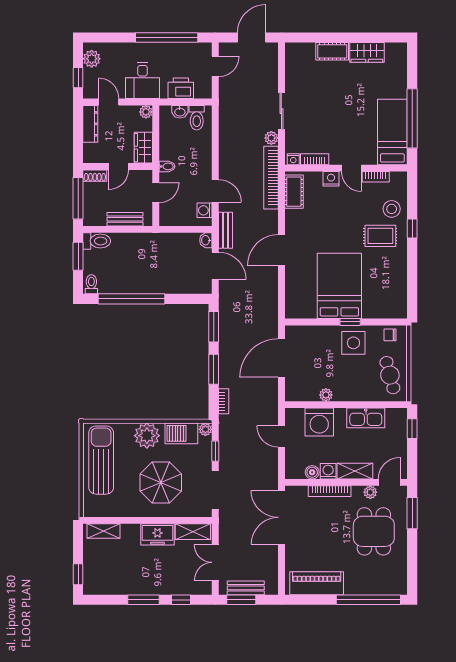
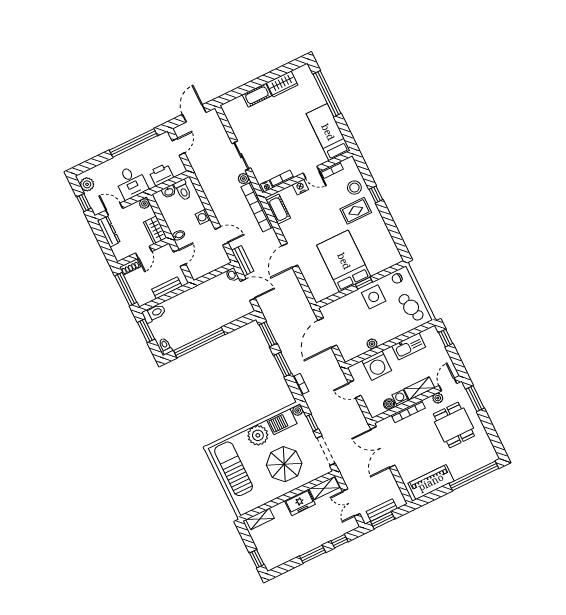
window: (412, 118) -> (327, 94), moved
washing machine: (205, 210) -> (203, 217), moved

